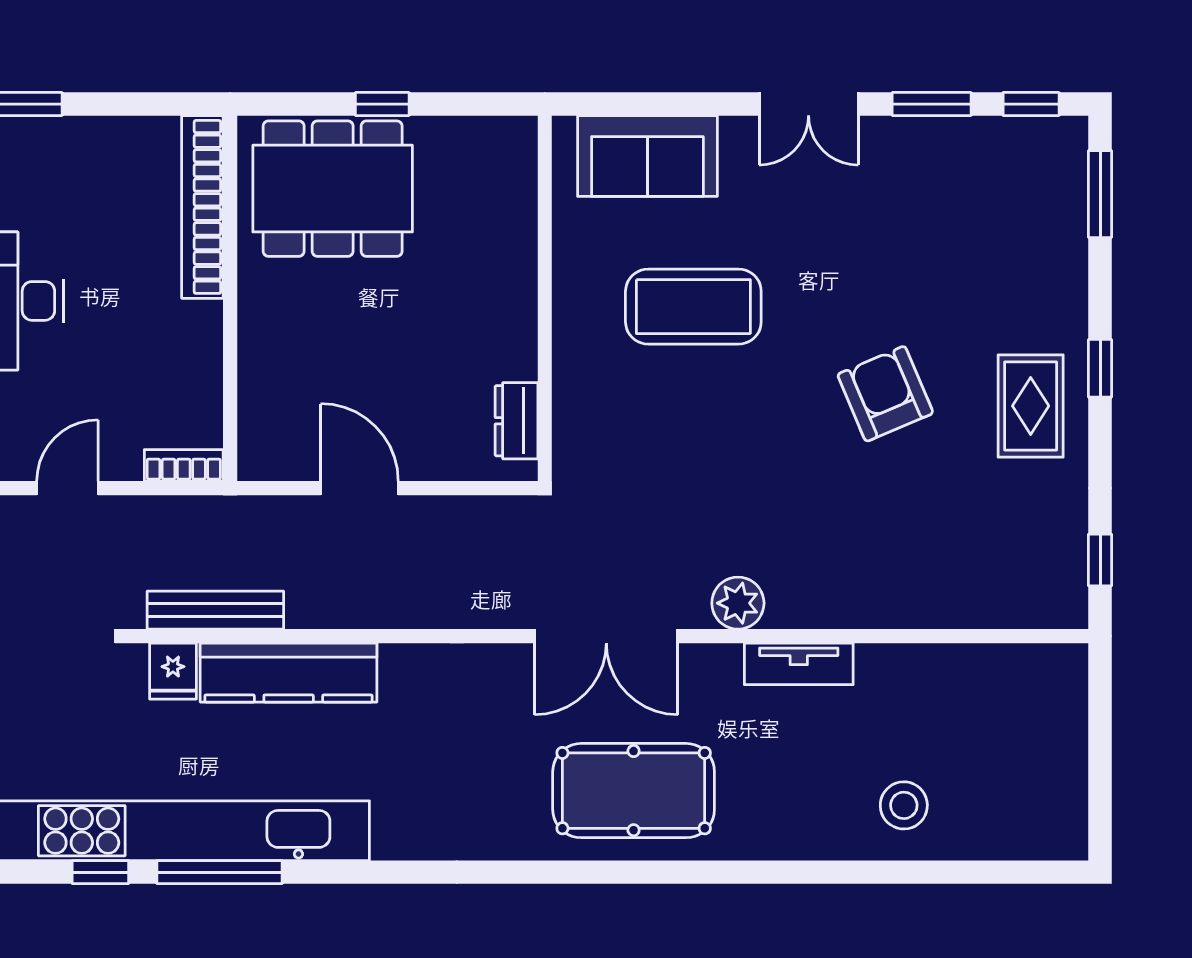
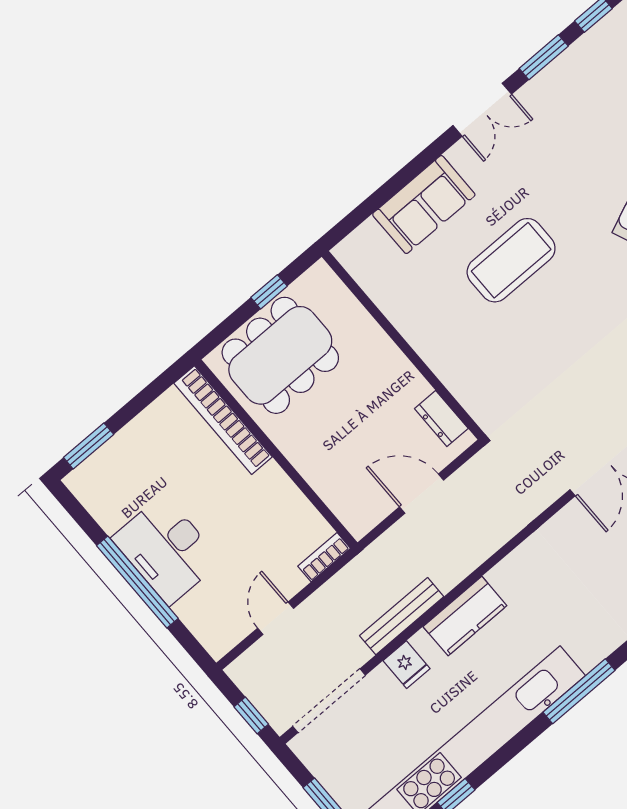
wall: (545, 298) -> (403, 345), moved
dresser: (516, 421) -> (441, 419), moved
kitchen counter: (289, 673) -> (465, 616), width x0.67
window: (219, 872) -> (579, 691), moved

